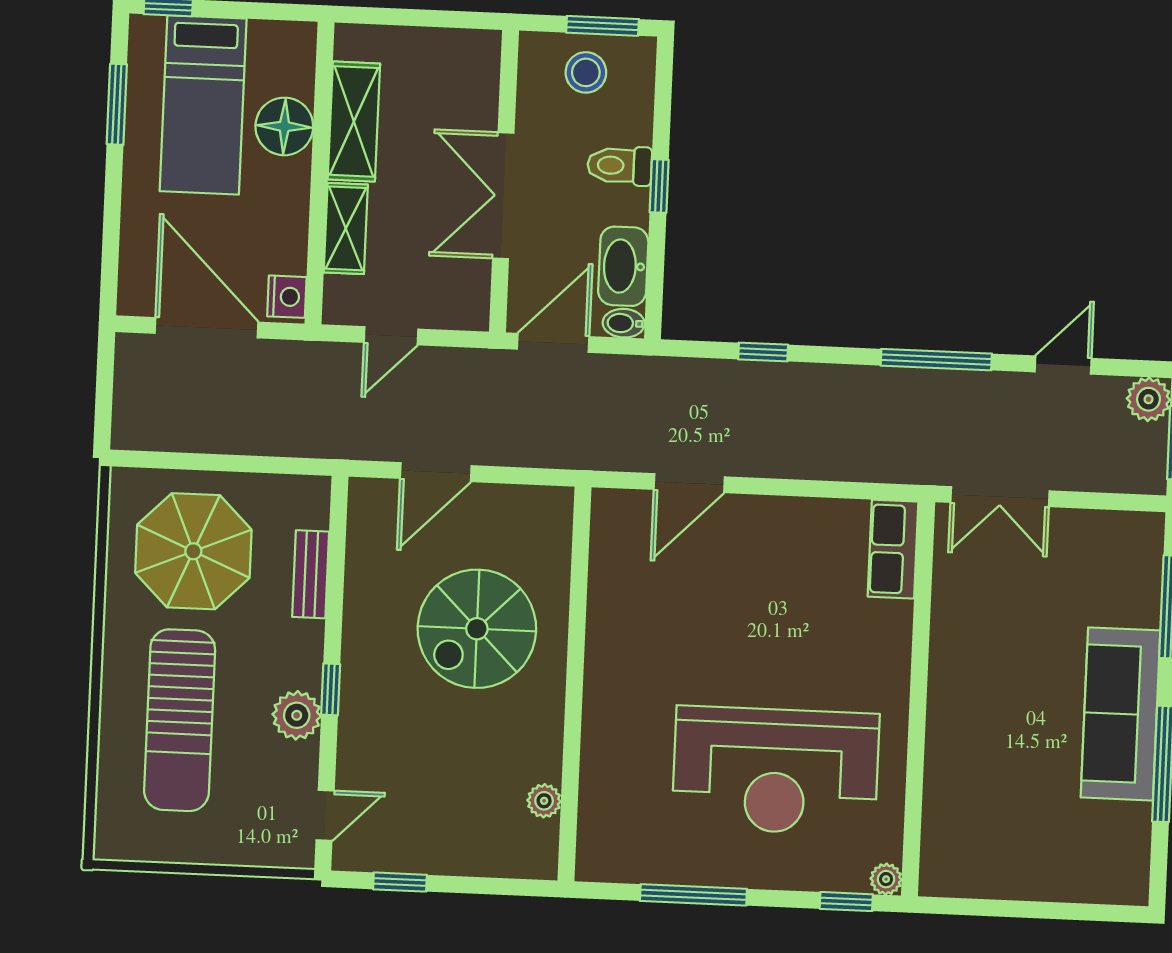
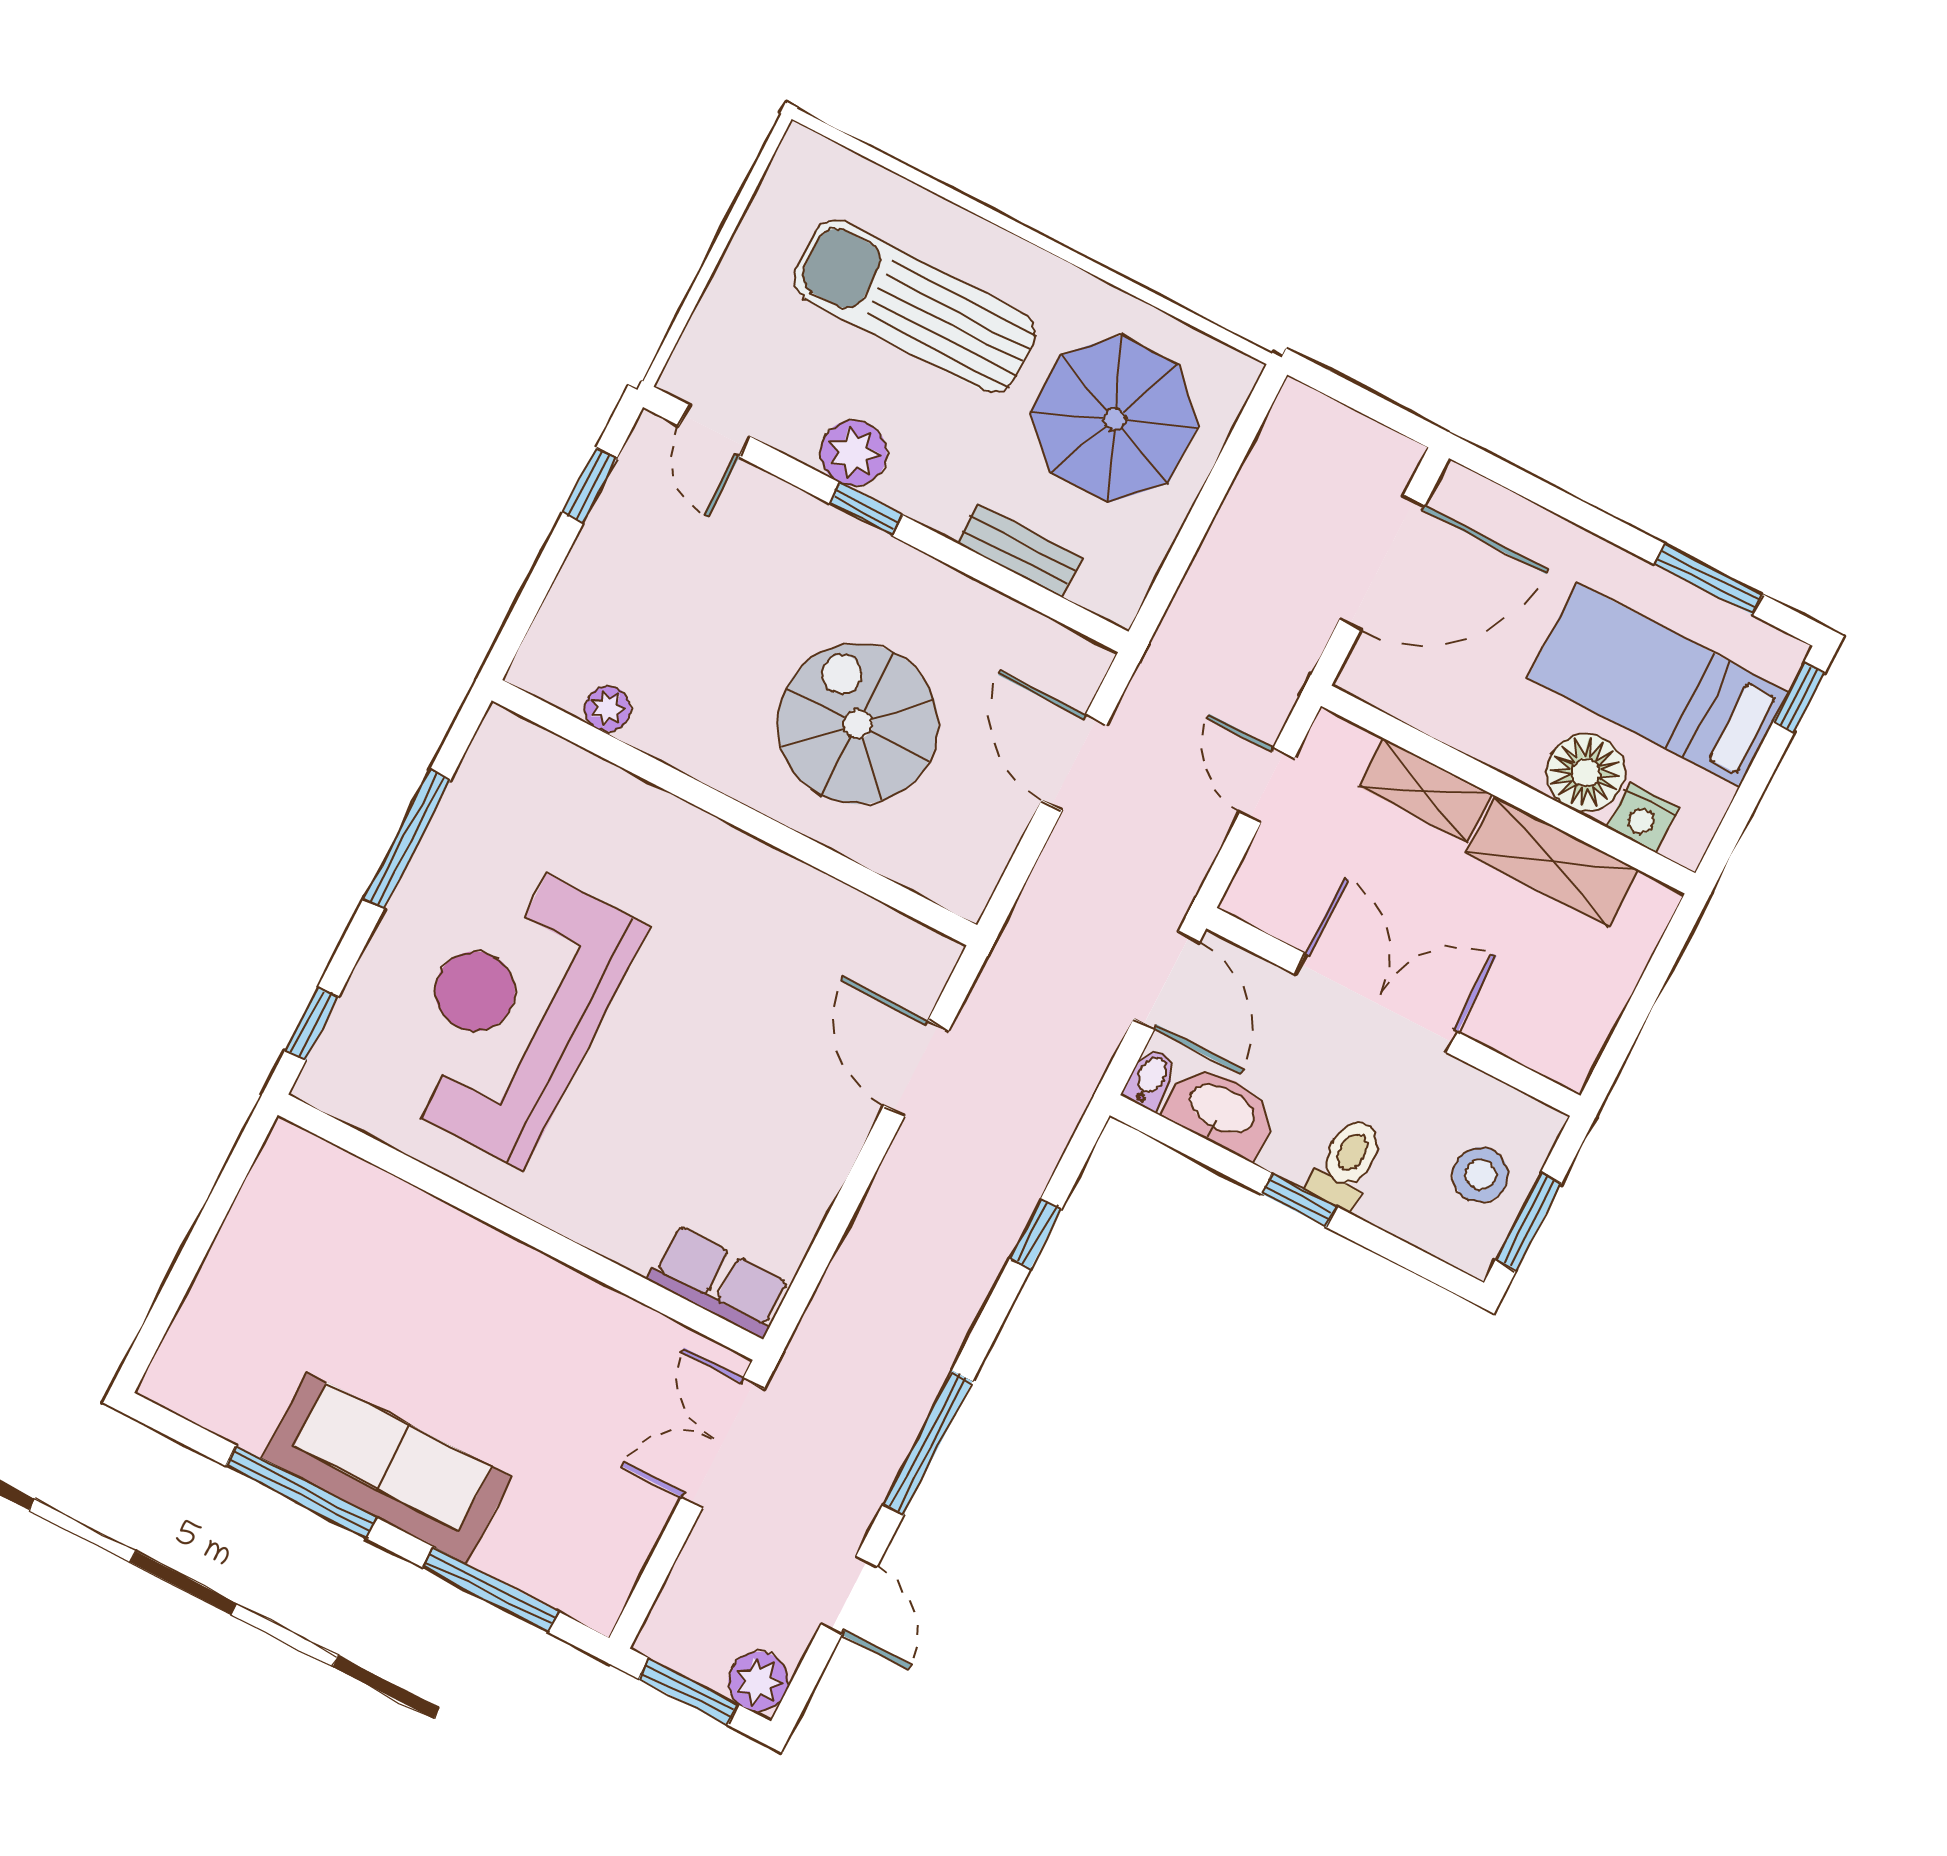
nightstand: (287, 297) -> (1643, 817), moved
plant: (886, 879) -> (317, 1085), removed

